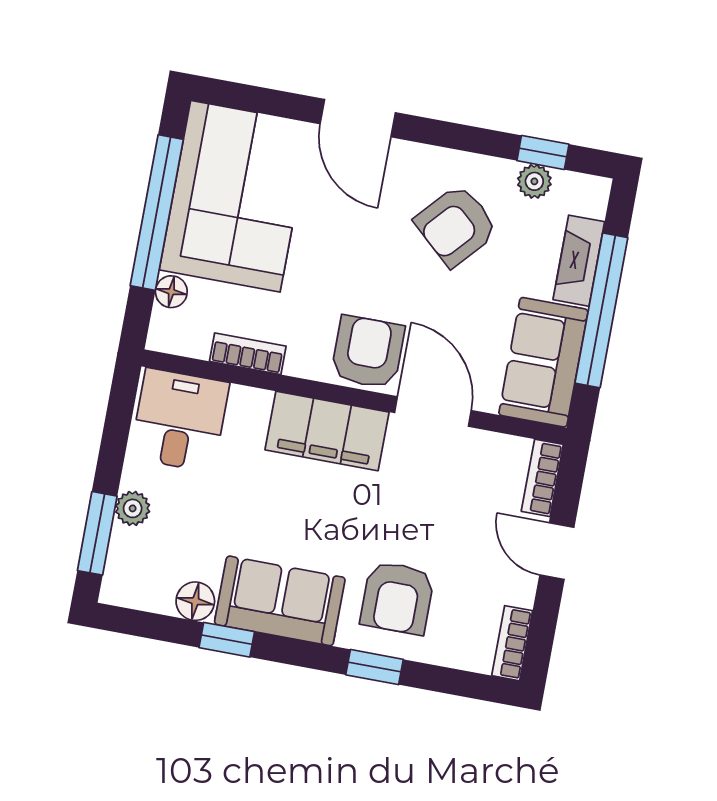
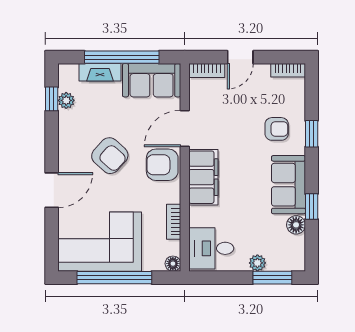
armchair: (456, 226) -> (110, 156), moved
floor lamp: (171, 292) -> (173, 264), moved
armchair: (397, 598) -> (277, 129), width x0.72, depth x0.72

